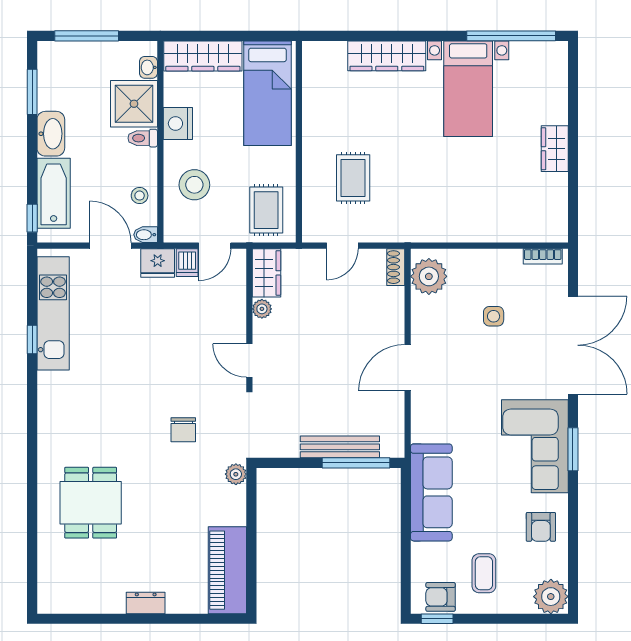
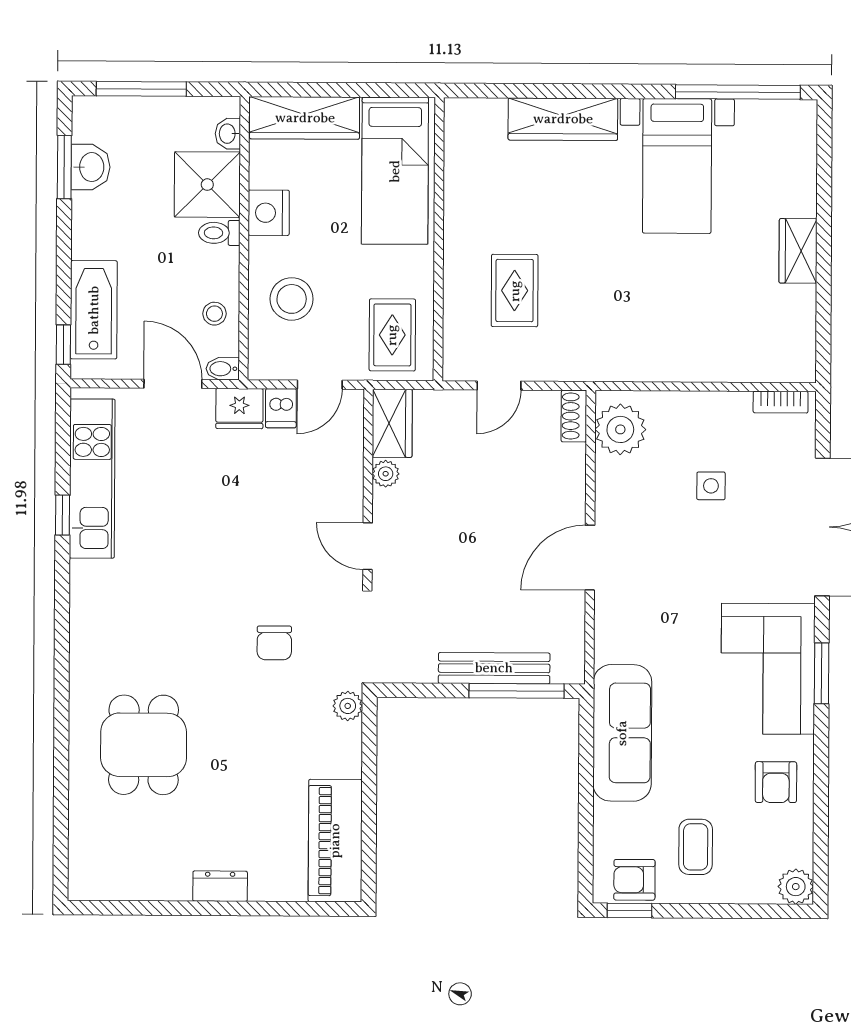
washbasin: (51, 134) -> (91, 167), moved, width x0.72
plant: (551, 597) -> (796, 887), width x0.73, depth x0.73

